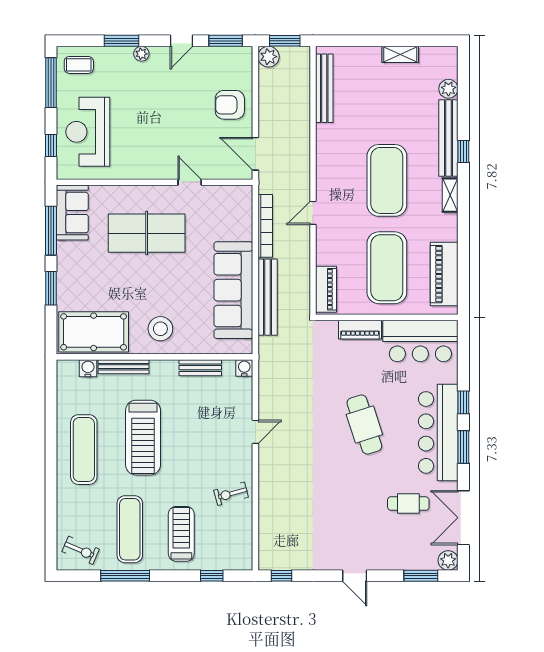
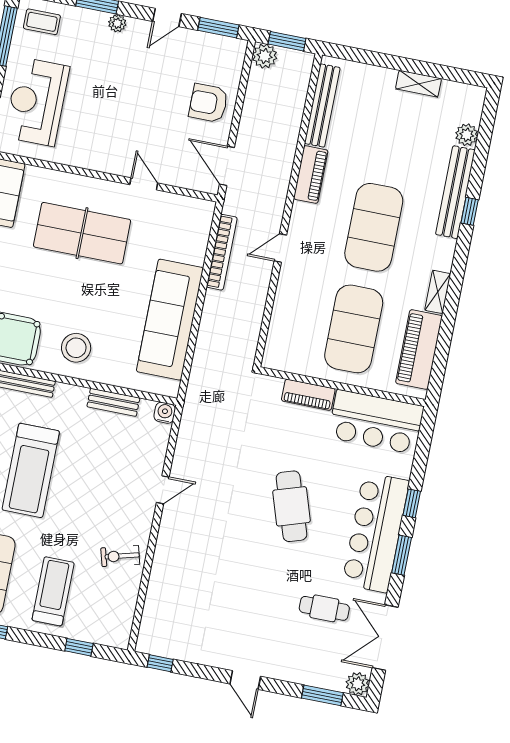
shelving: (450, 195) -> (438, 292), moved
piano: (326, 289) -> (311, 175), moved
bench: (268, 297) -> (208, 336), removed

